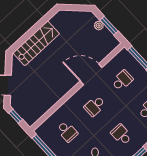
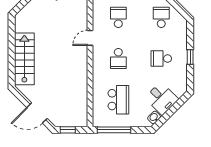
door: (91, 74) -> (90, 38), width x0.53
school desk: (67, 131) -> (118, 100), width x1.85

